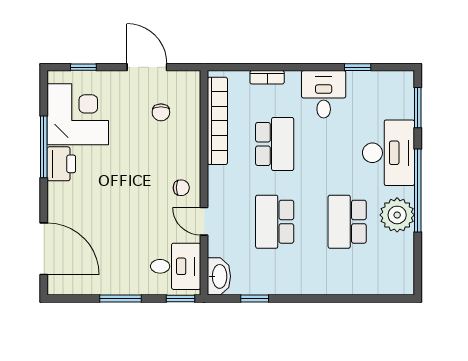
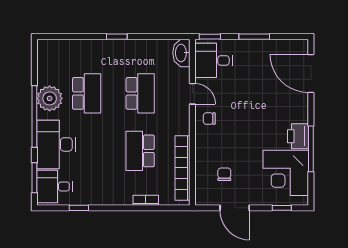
desk: (324, 94) -> (54, 186), moved, turned 90
window: (255, 299) -> (117, 37), moved

